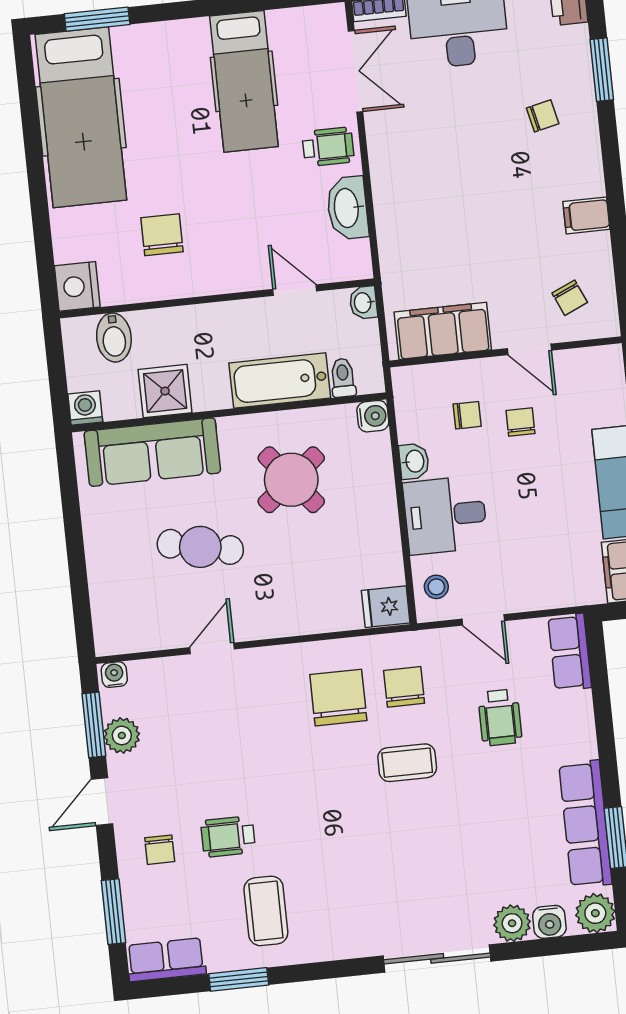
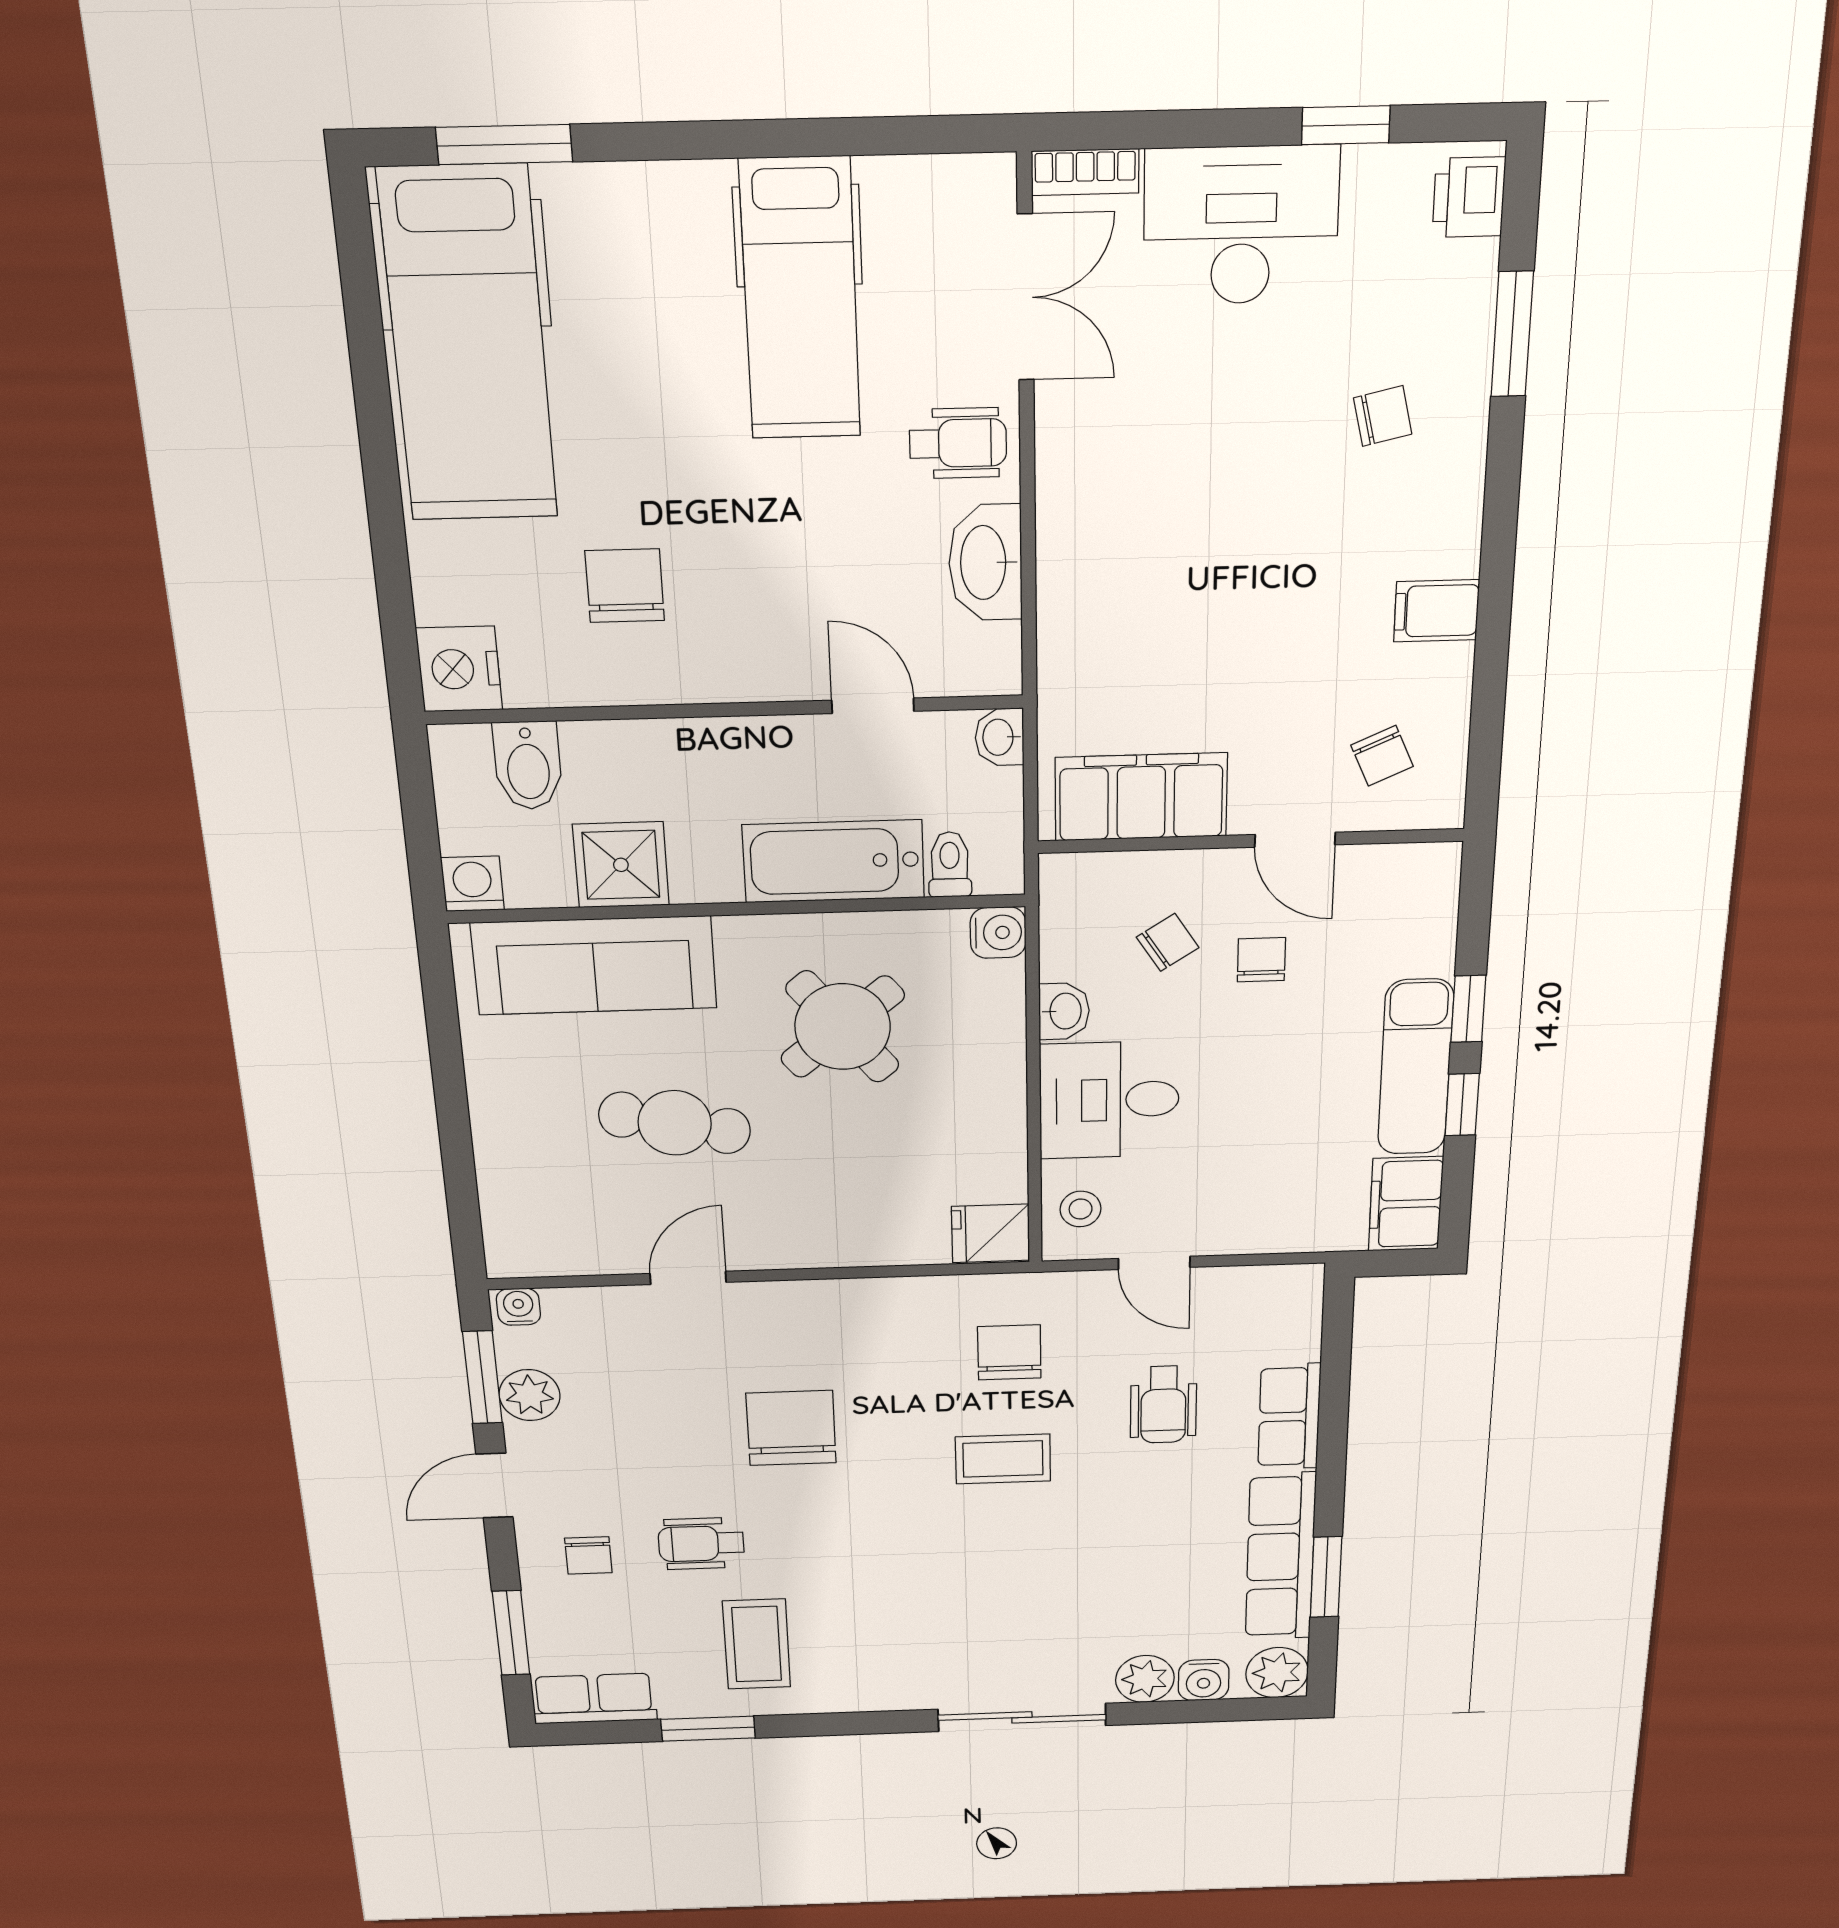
chair: (467, 415) -> (1168, 942), turned -33
row of seats: (570, 652) -> (1289, 1417), moved
chair: (338, 698) -> (791, 1428), moved

